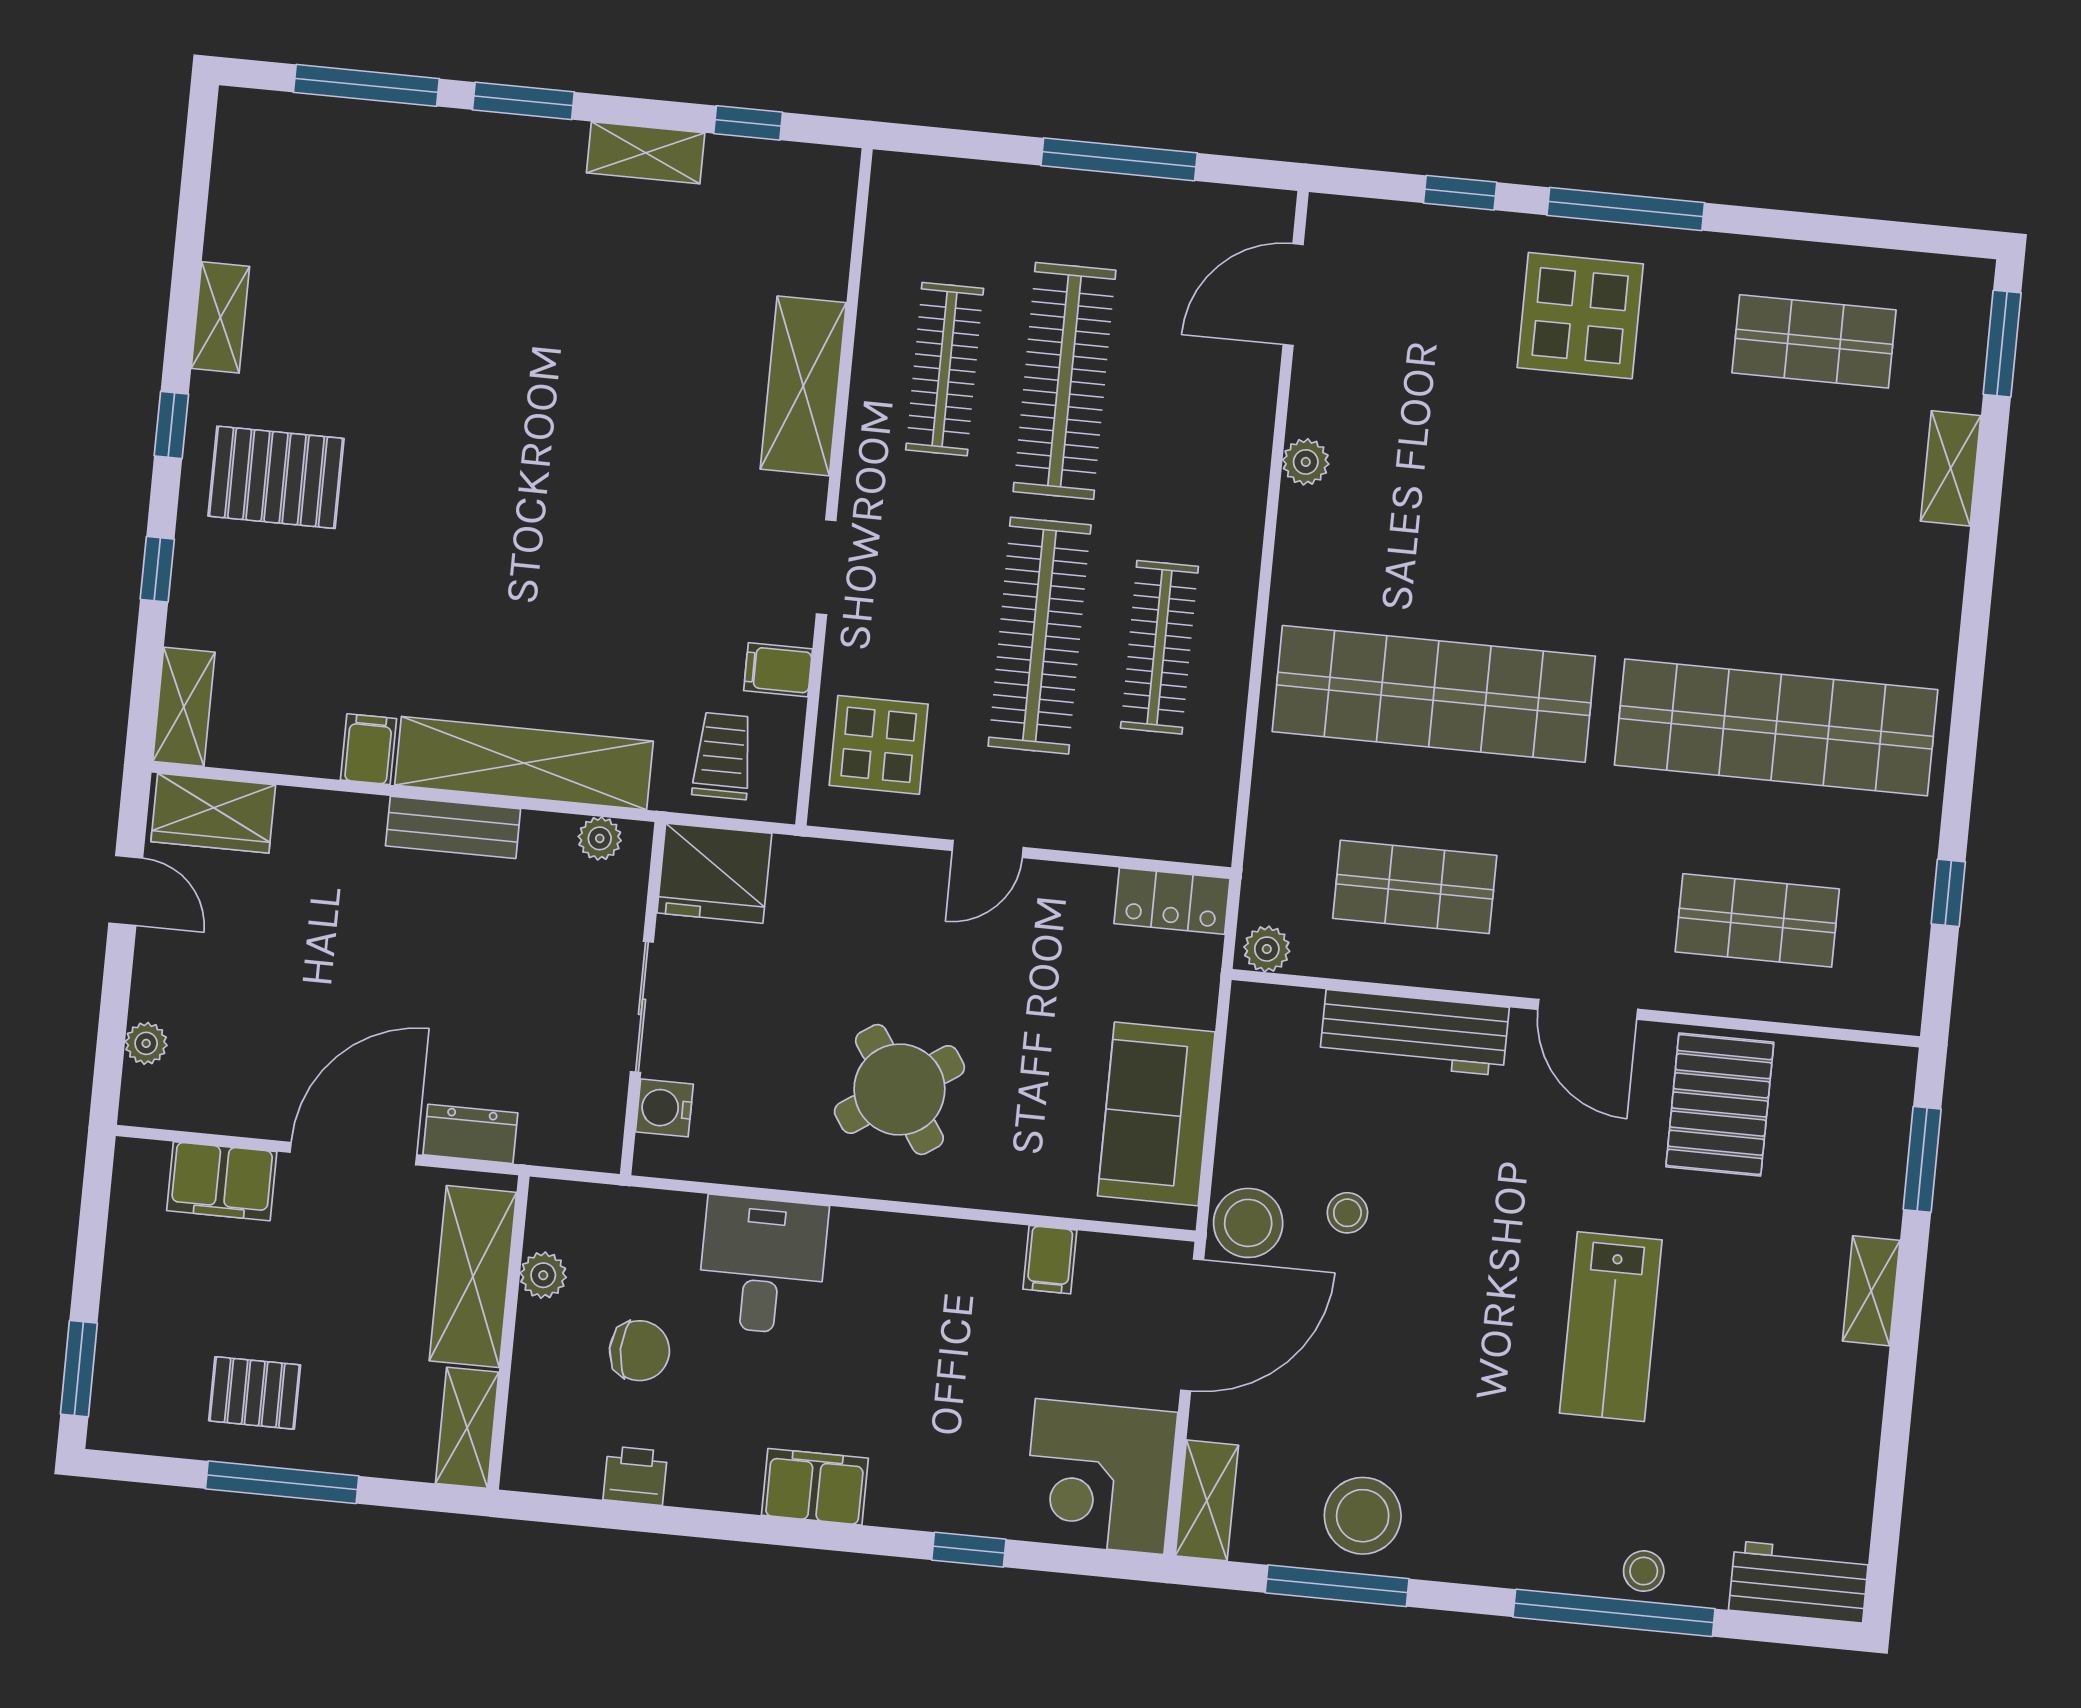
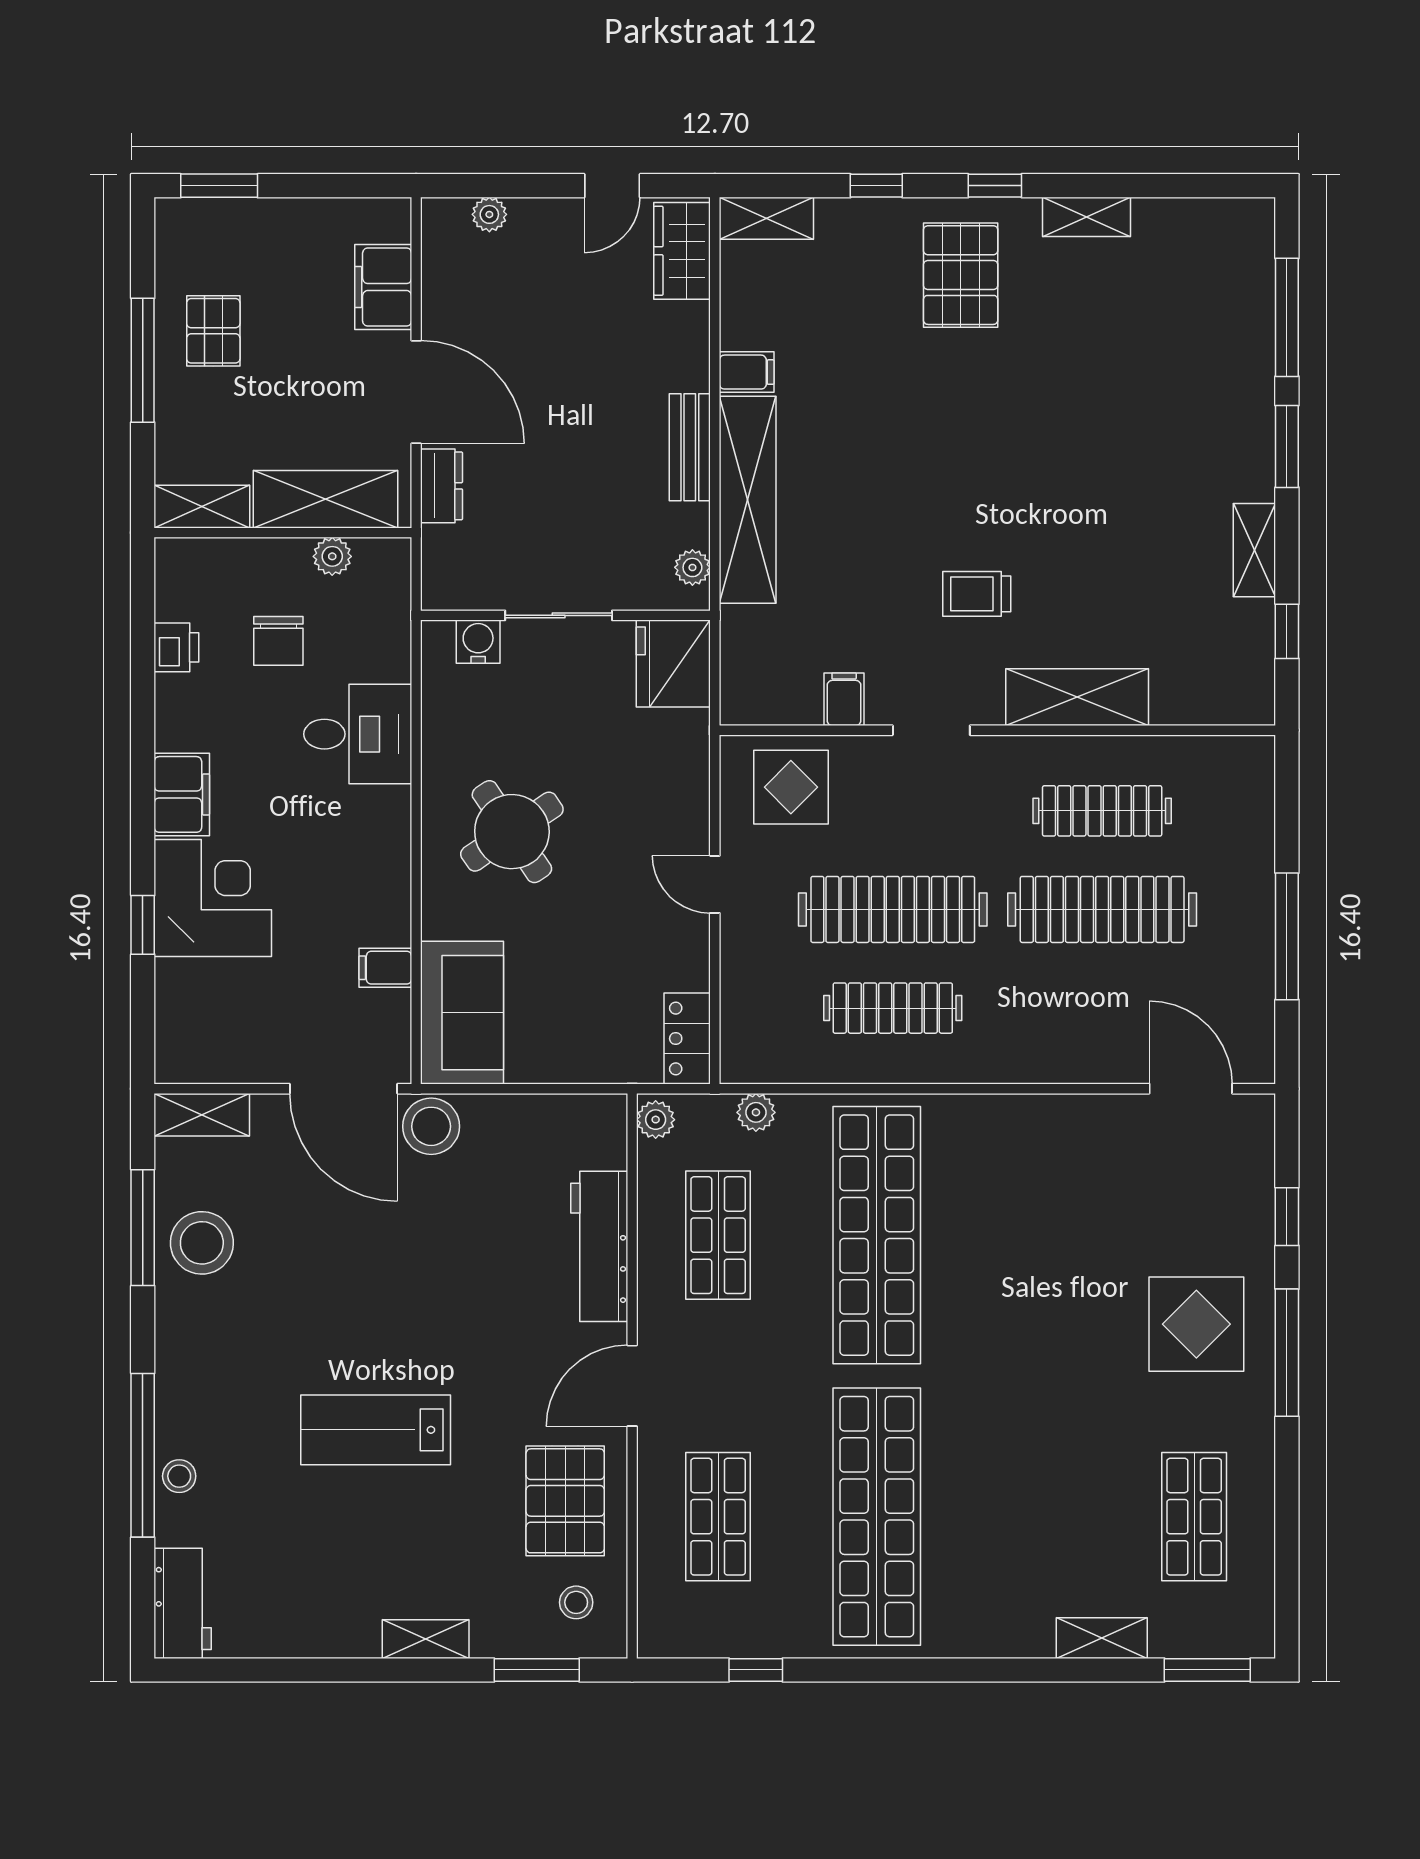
plant: (1306, 462) -> (756, 1112), moved
trolley: (723, 756) -> (977, 594), moved, turned 180
pallet: (1720, 1104) -> (565, 1501), turned 90
sofa: (1156, 1114) -> (462, 1013), moved, turned 90
stool: (1347, 1213) -> (576, 1602), moved
corner desk: (1100, 1476) -> (213, 898), moved, turned 90

